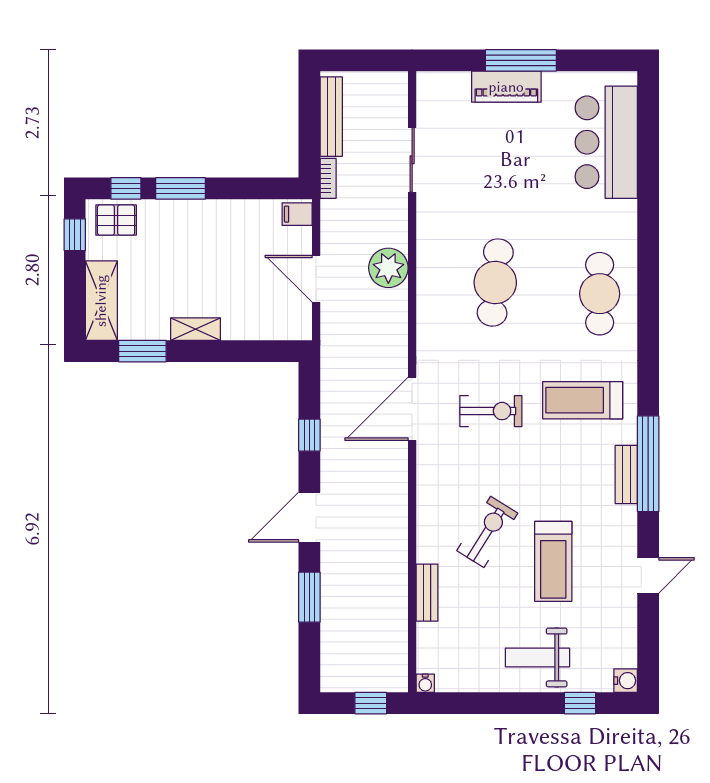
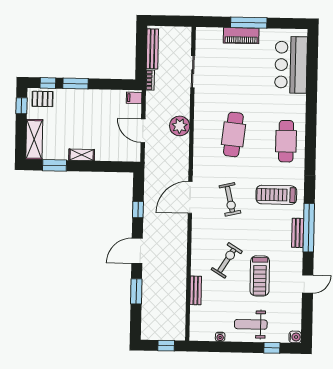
exercise bike: (491, 411) -> (230, 199), turned 77
water cooler: (425, 683) -> (220, 337), moved

